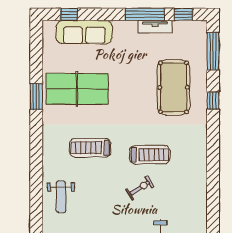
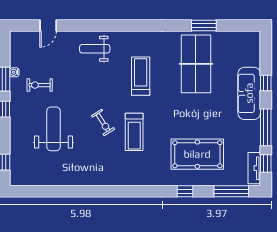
window: (69, 14) -> (266, 83), moved
tv unit: (155, 27) -> (254, 168), moved
sofa: (84, 32) -> (249, 93), moved
window: (36, 97) -> (204, 25), moved

